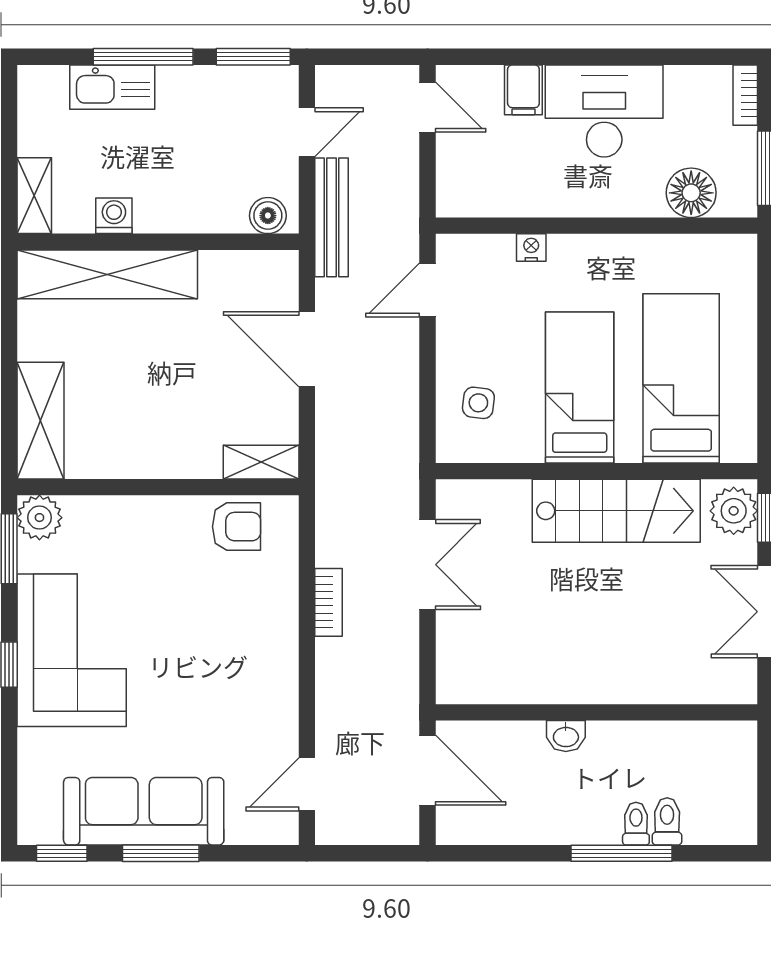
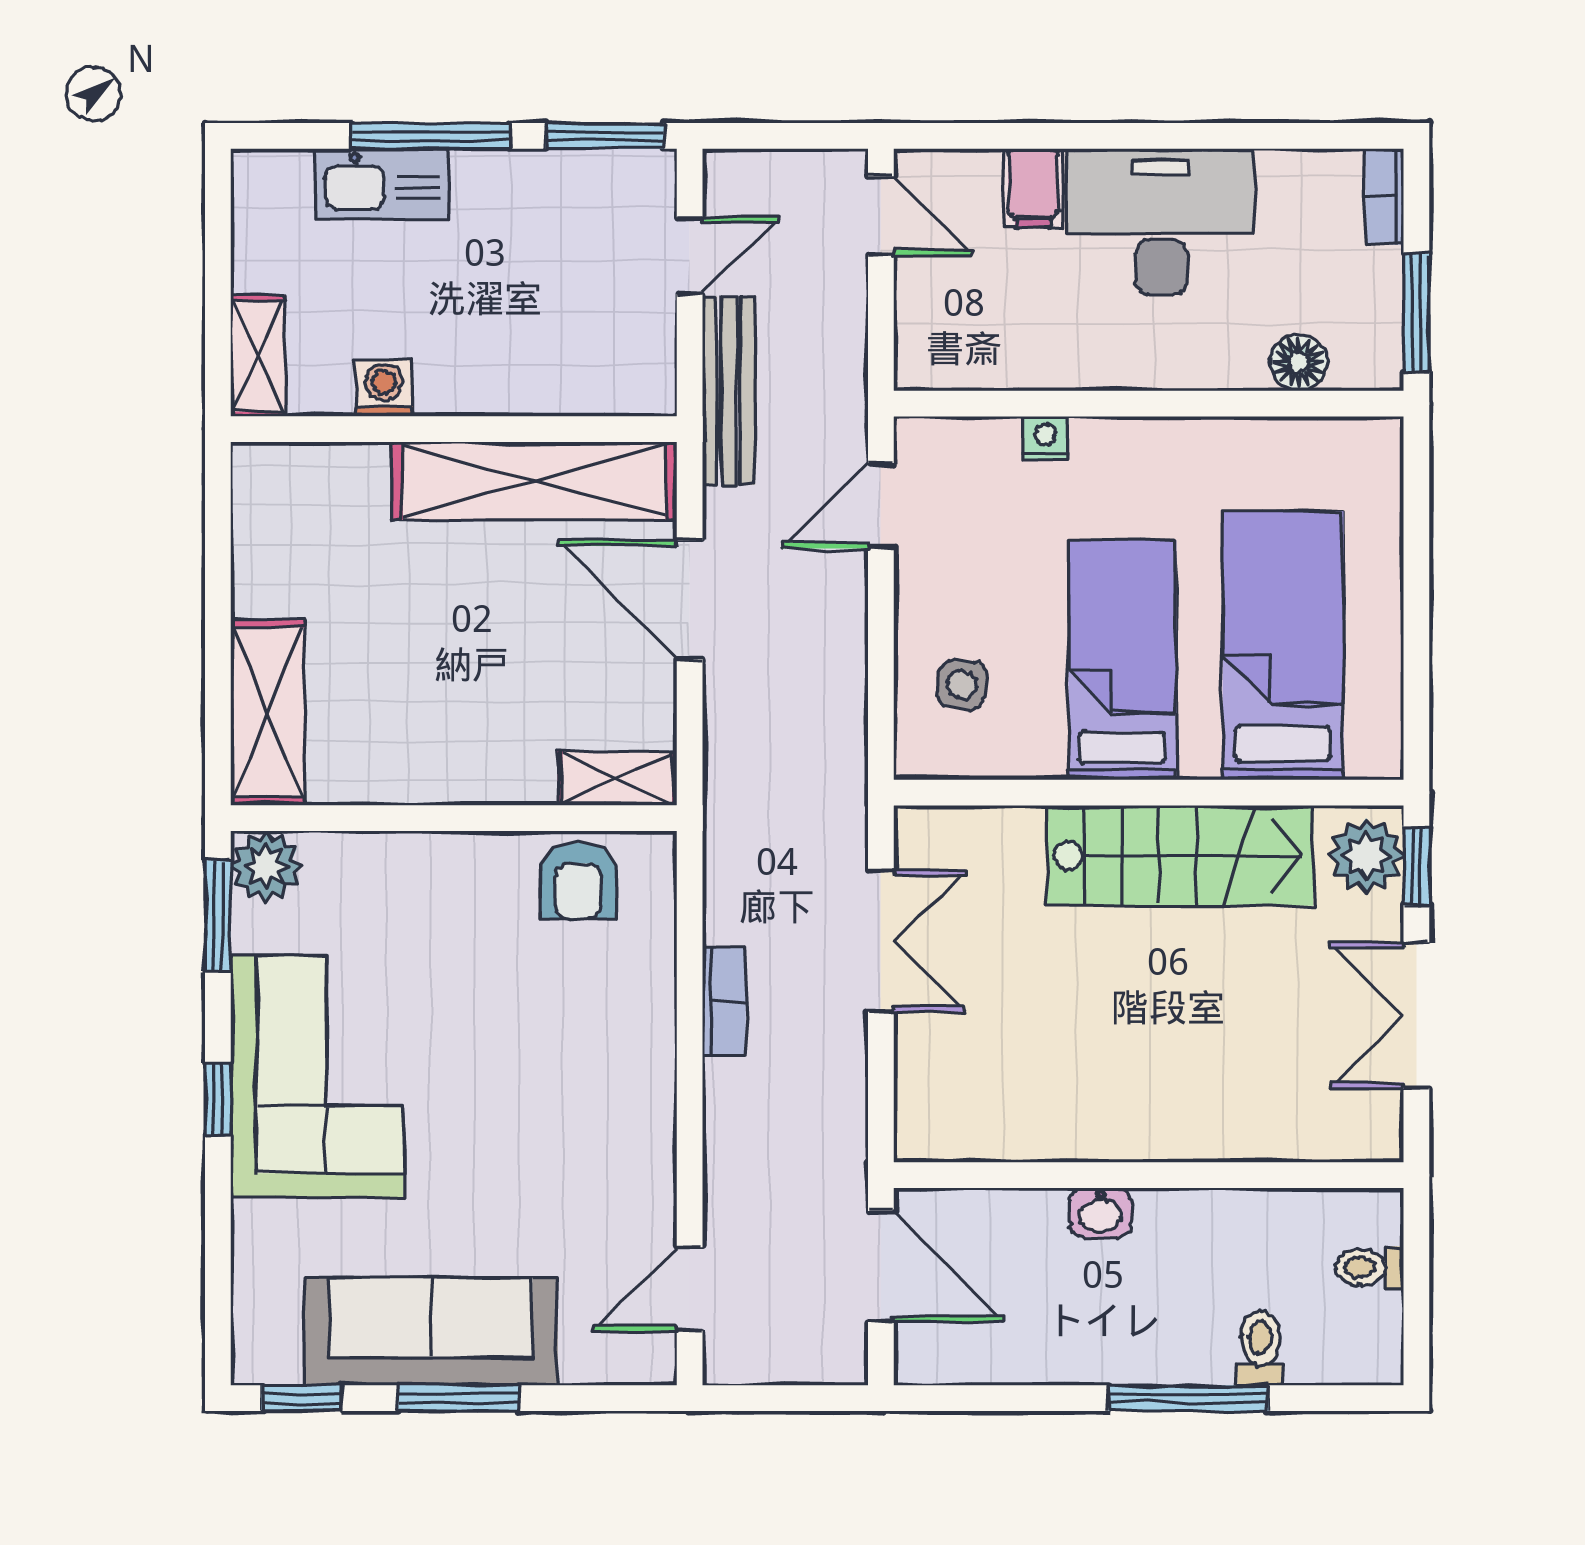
floor lamp: (691, 193) -> (1299, 362), width x0.73, depth x0.73
boiler: (268, 216) -> (628, 388), removed
shelving: (107, 274) -> (534, 481), moved
armchair: (237, 527) -> (578, 880), turned 90
toilet: (636, 824) -> (1369, 1267), moved, turned -90

